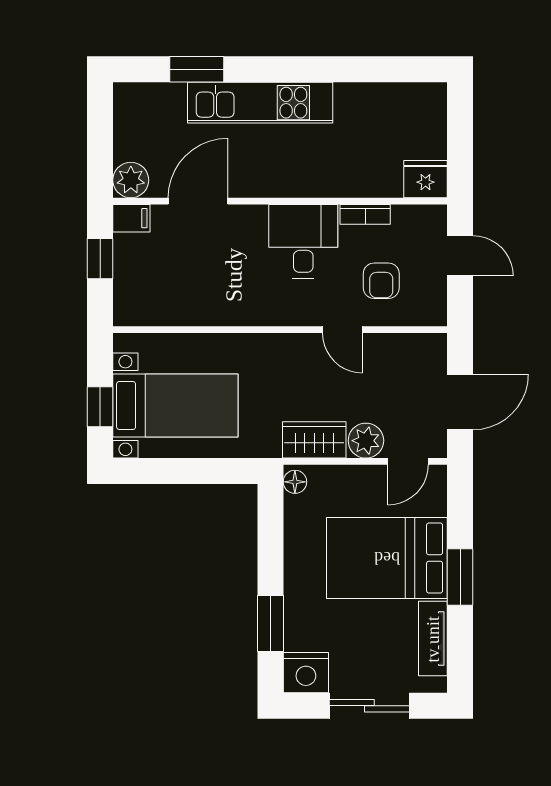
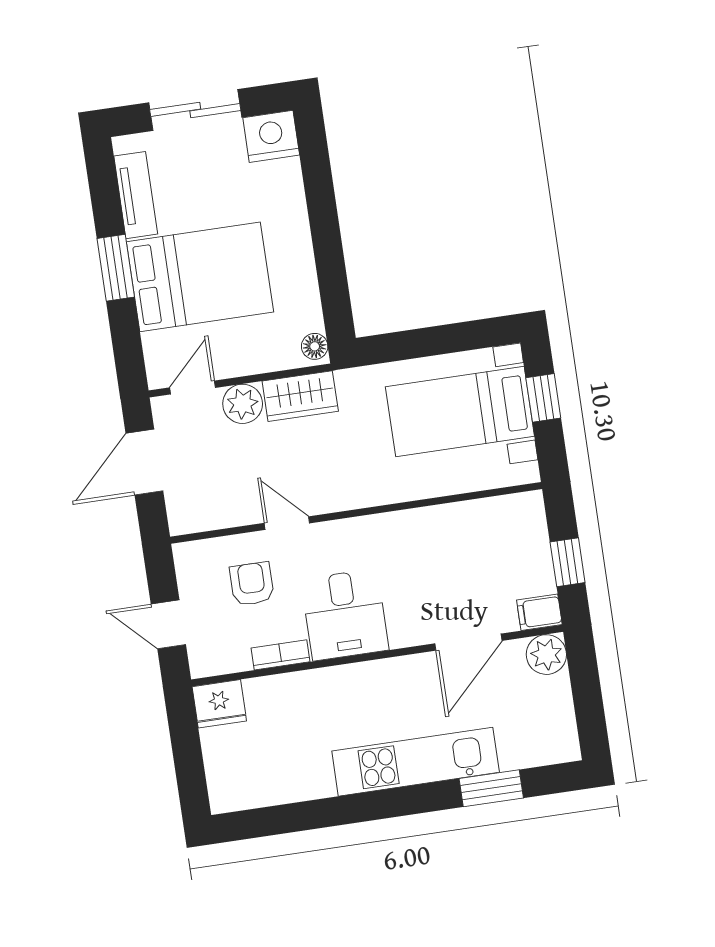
window: (270, 623) -> (319, 185), removed

